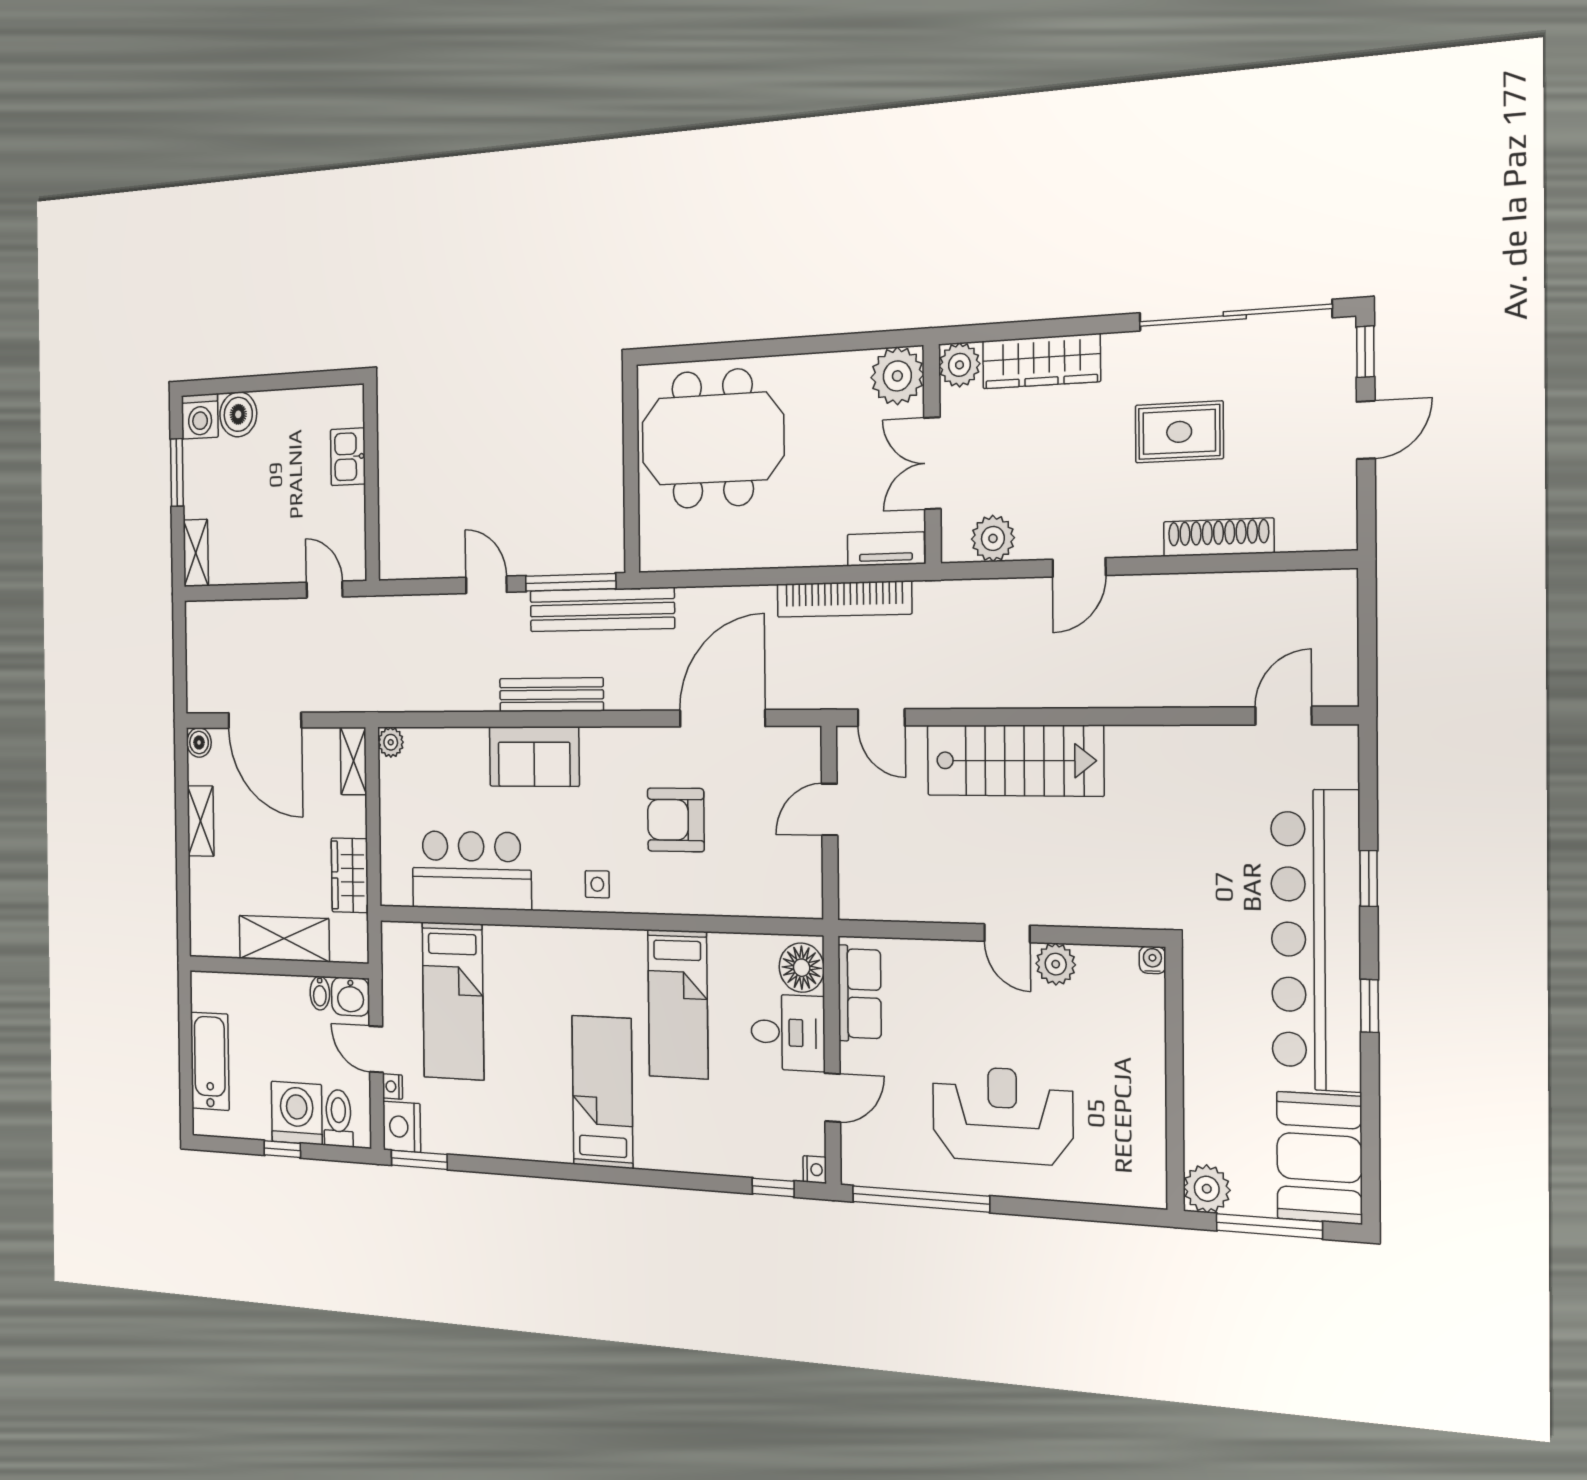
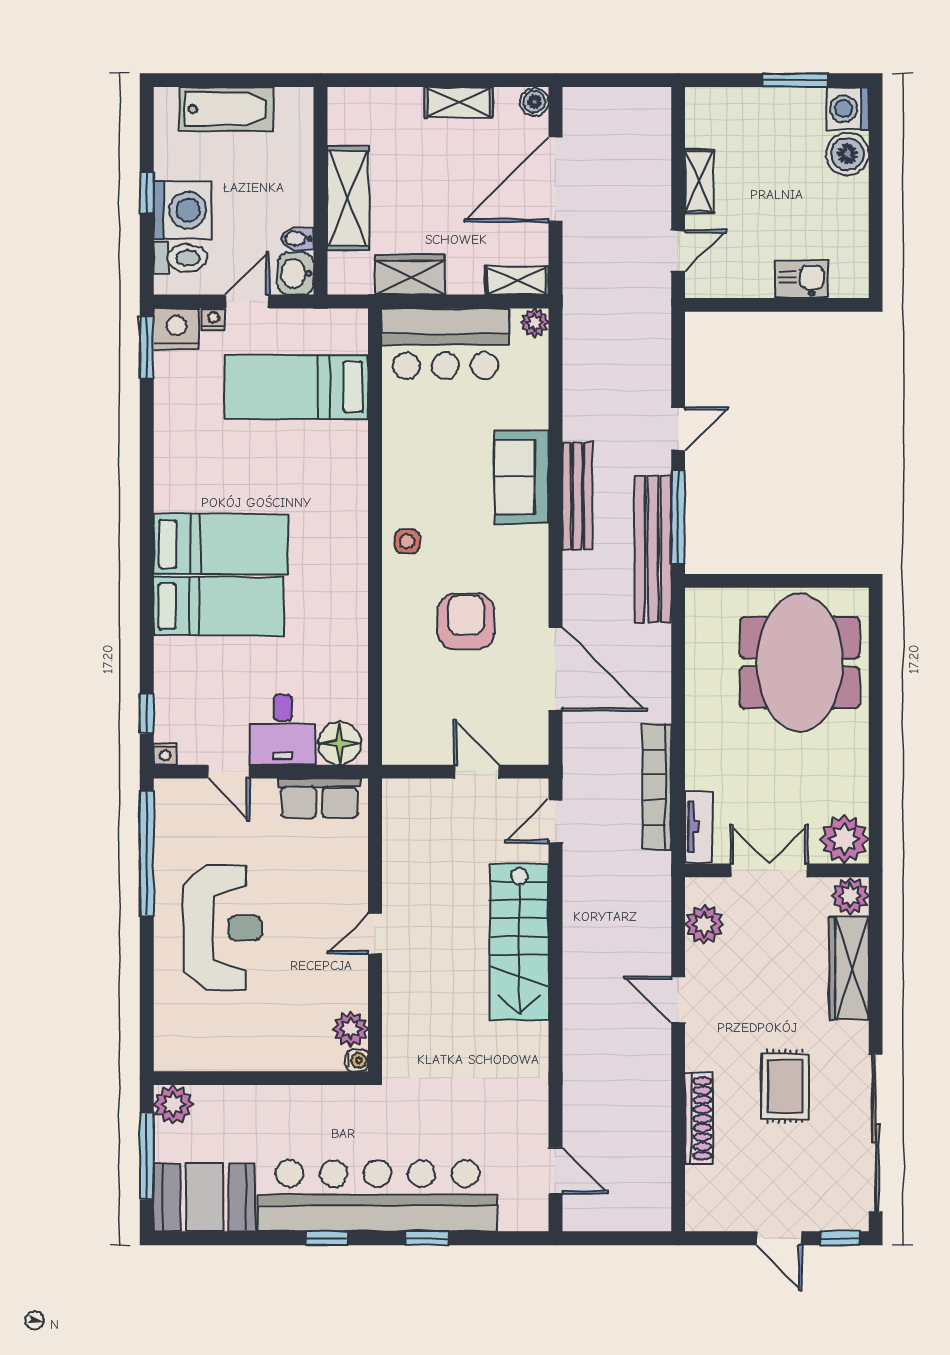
shelving: (196, 553) -> (699, 181), moved, turned 90
bar counter: (471, 870) -> (445, 344), moved, turned 90
plant: (1056, 964) -> (351, 1029), moved
bed: (678, 1004) -> (219, 606), moved, turned 180

